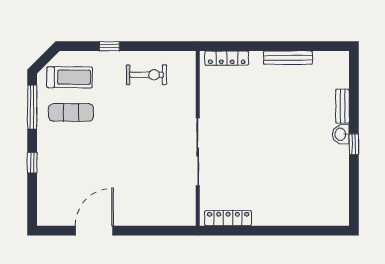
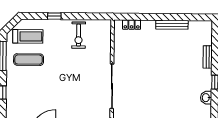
locker: (227, 58) -> (132, 25), width x0.66
exercise bike: (146, 75) -> (79, 35), turned 90
washbasin: (341, 134) -> (206, 98), moved

